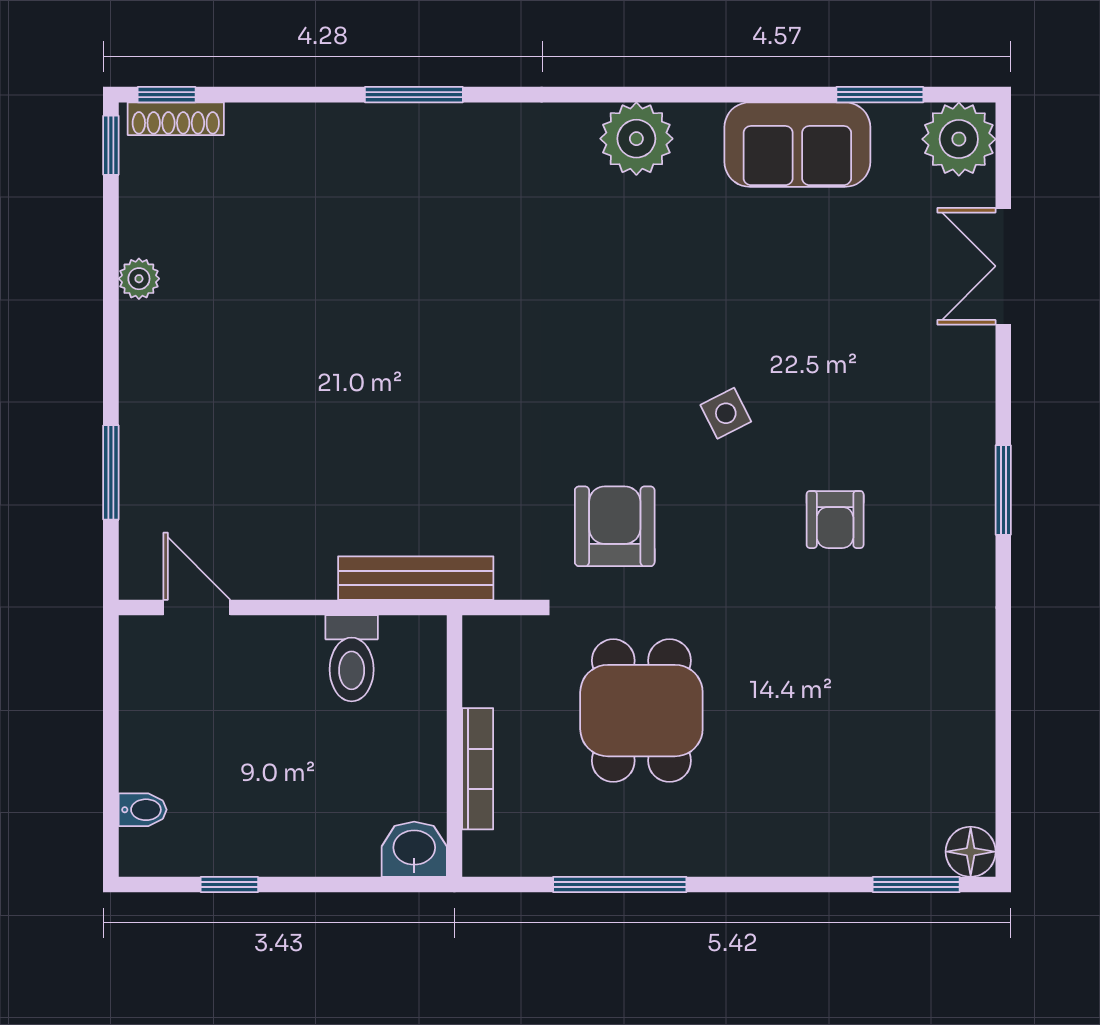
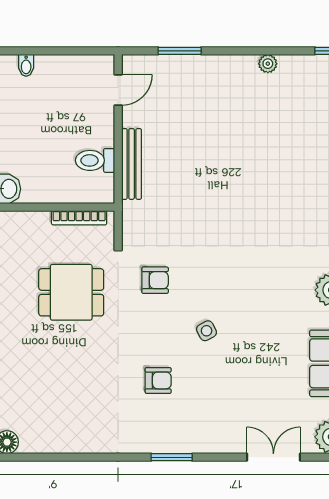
armchair: (835, 520) -> (158, 380), turned 180
armchair: (615, 526) -> (155, 280), width x0.72, depth x0.72
bench: (416, 578) -> (132, 164), moved
bookcase: (478, 769) -> (79, 218), moved

